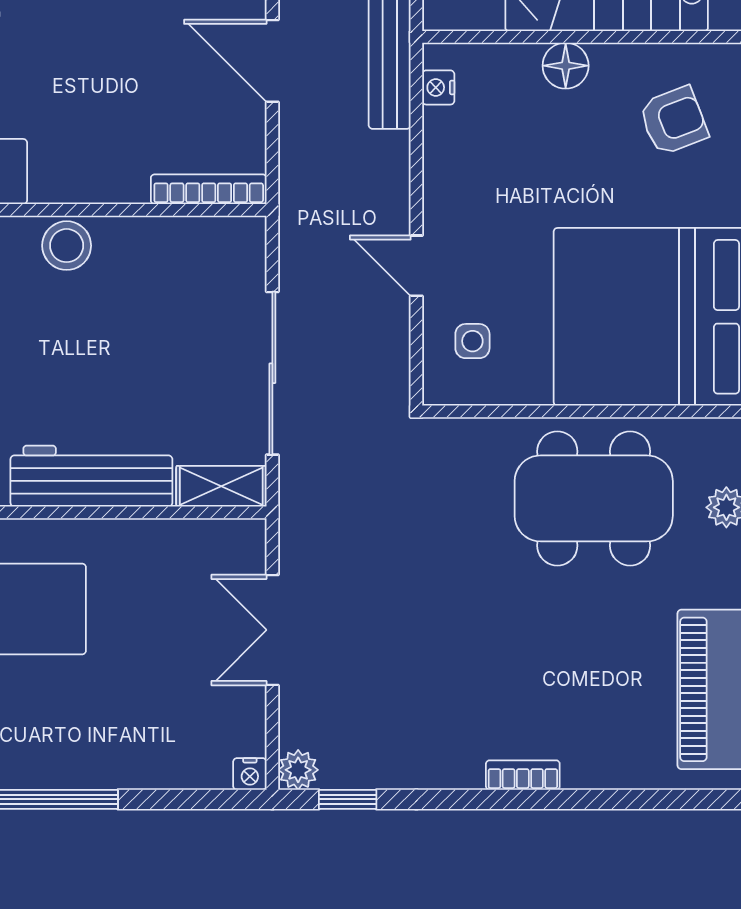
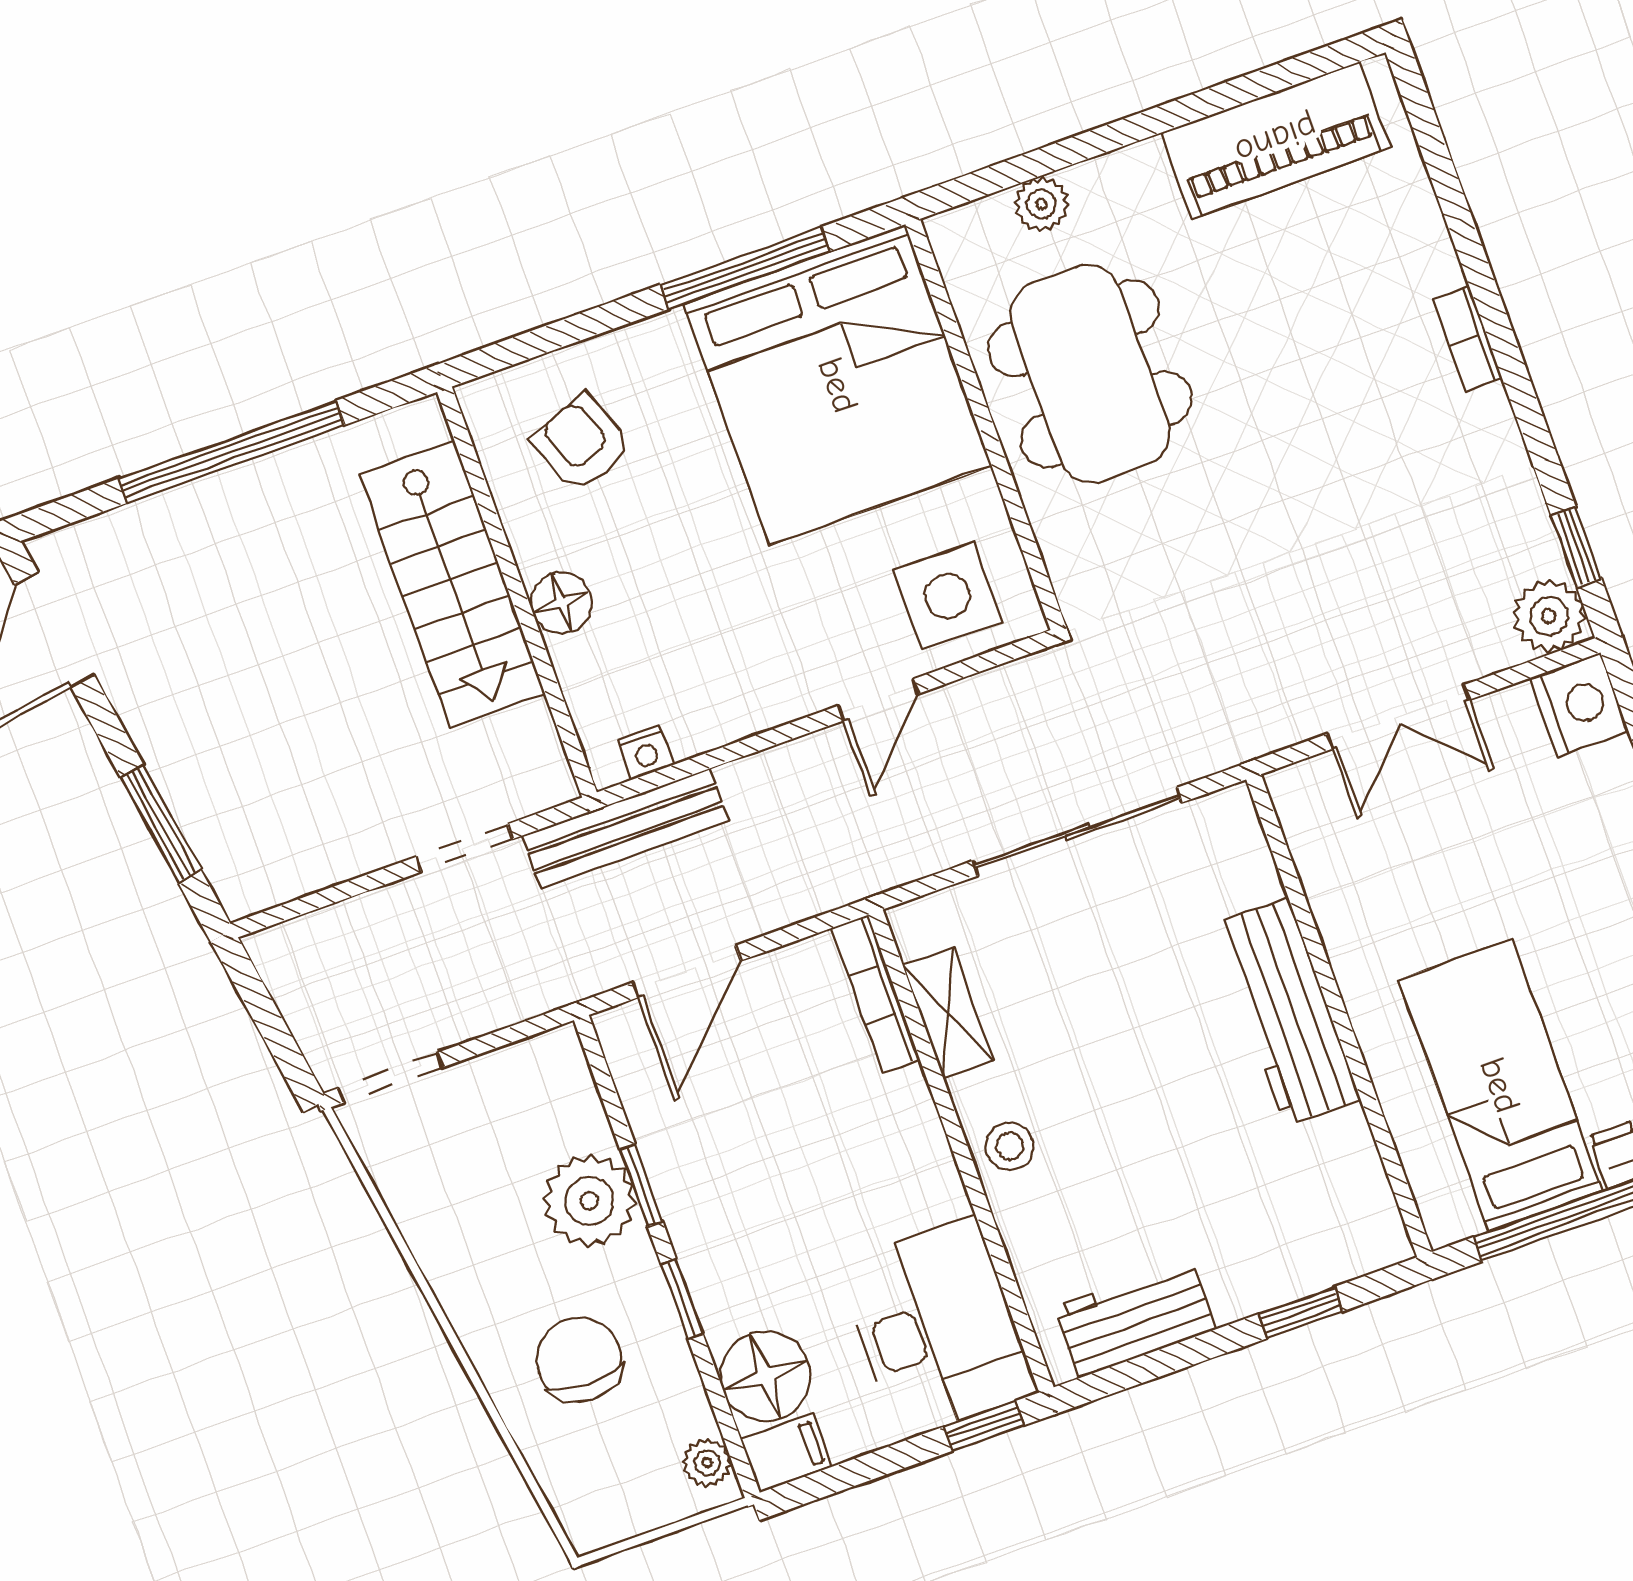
stool: (67, 246) -> (1010, 1146), width x0.73, depth x0.73
side table: (472, 341) -> (947, 596), width x1.87, depth x1.87
shelving: (221, 486) -> (948, 1013), moved
plant: (298, 770) -> (1549, 616), width x1.38, depth x1.38
nightstand: (250, 774) -> (1579, 705), width x1.89, depth x1.79

